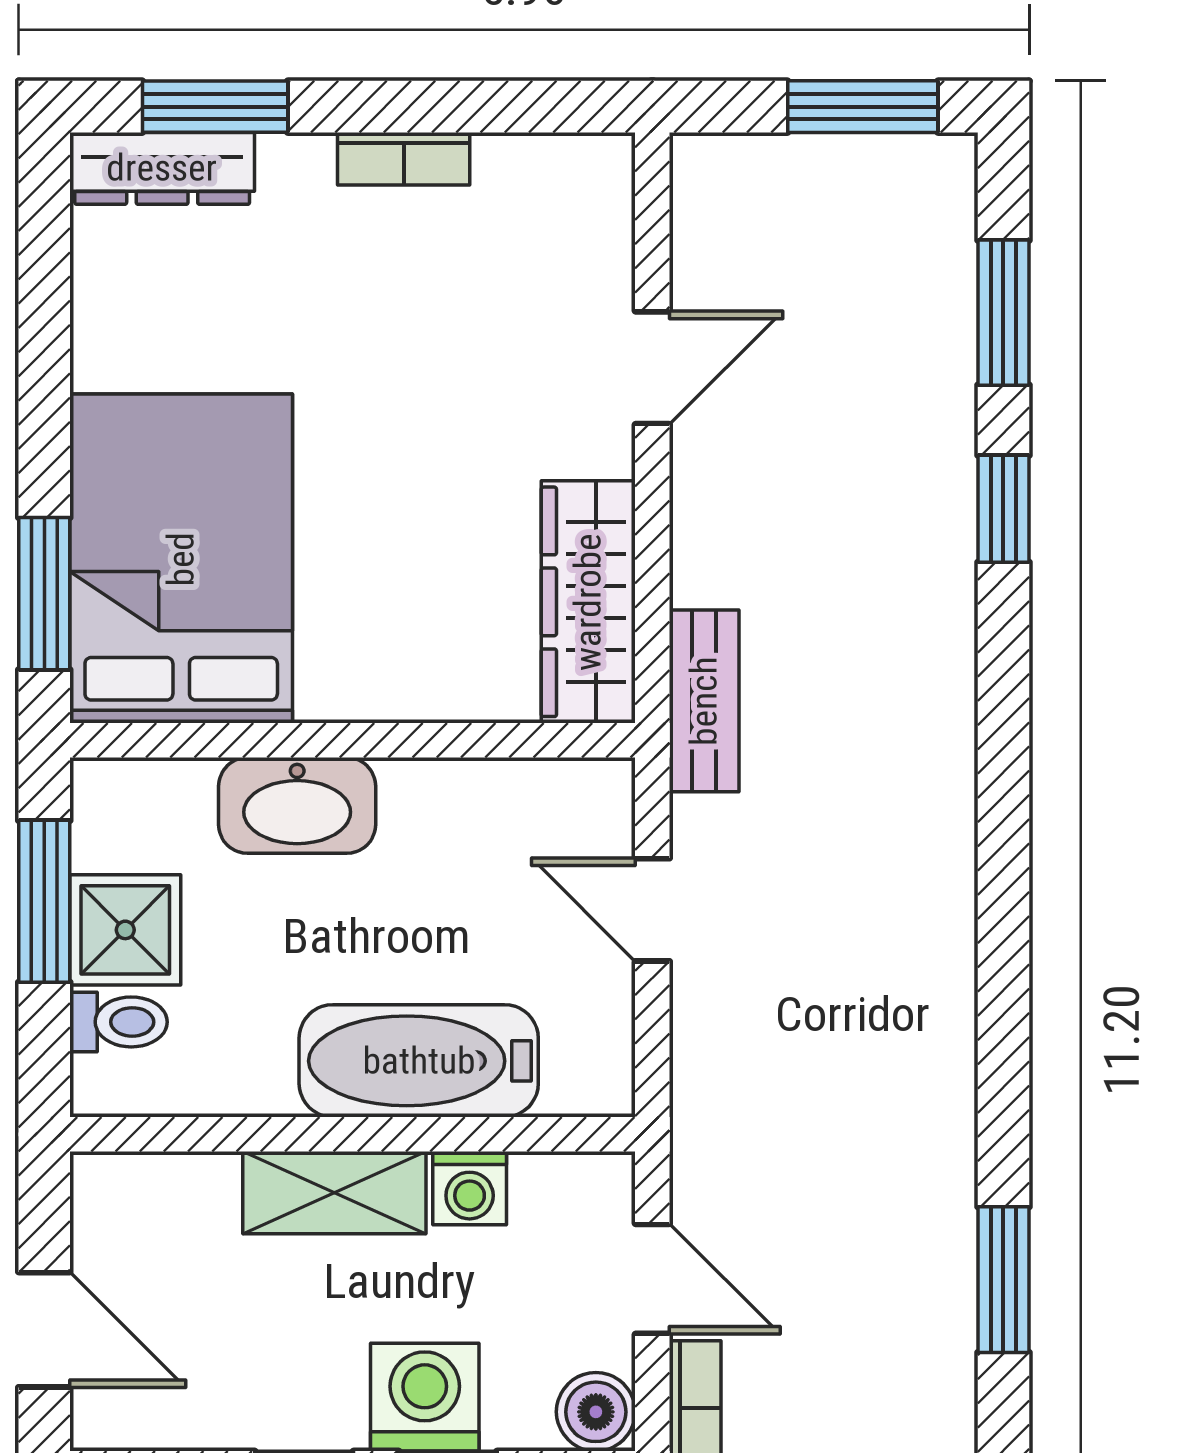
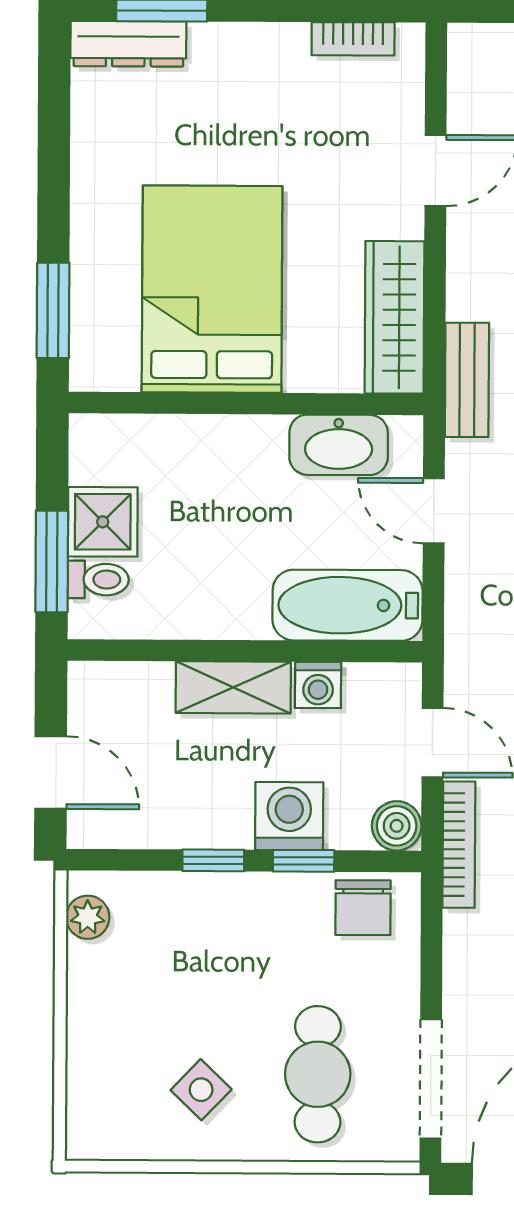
bookcase: (404, 159) -> (353, 39), moved
bed: (181, 559) -> (212, 289), moved
washbasin: (297, 805) -> (339, 445), moved
window: (44, 901) -> (52, 561), moved
bathtub: (419, 1061) -> (347, 605), moved

